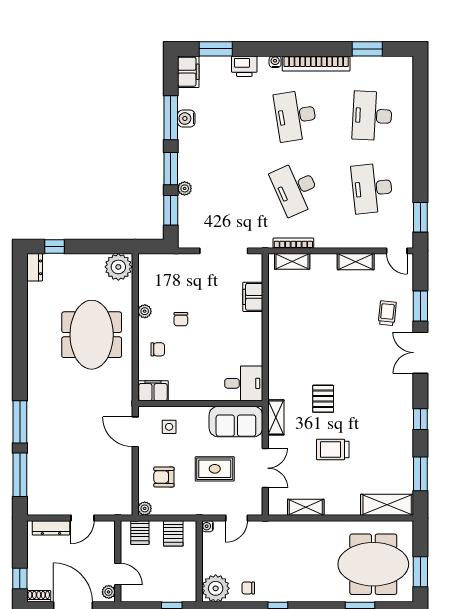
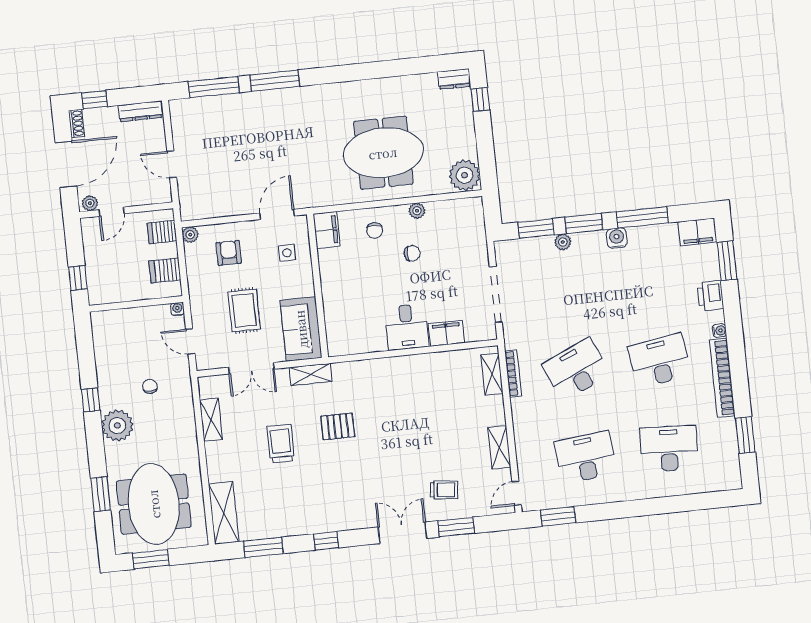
water cooler: (186, 119) -> (617, 238), moved
chair: (181, 319) -> (412, 253), turned 180
desk: (244, 383) -> (407, 327), moved
dresser: (51, 528) -> (140, 111), moved, turned -90
plant: (216, 588) -> (117, 426), moved
chair: (248, 588) -> (150, 386), moved

